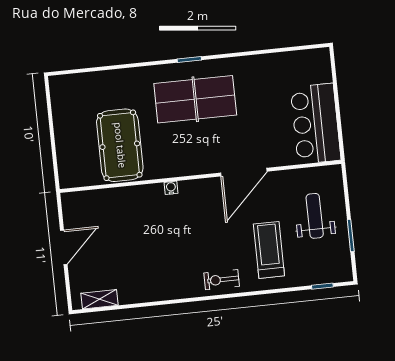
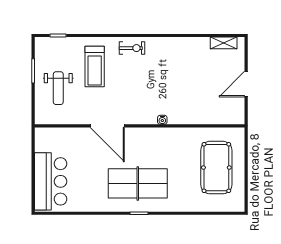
bar counter: (316, 124) -> (51, 181), moved
pool table: (120, 145) -> (216, 168), moved
door: (244, 172) -> (107, 126), swing flipped

